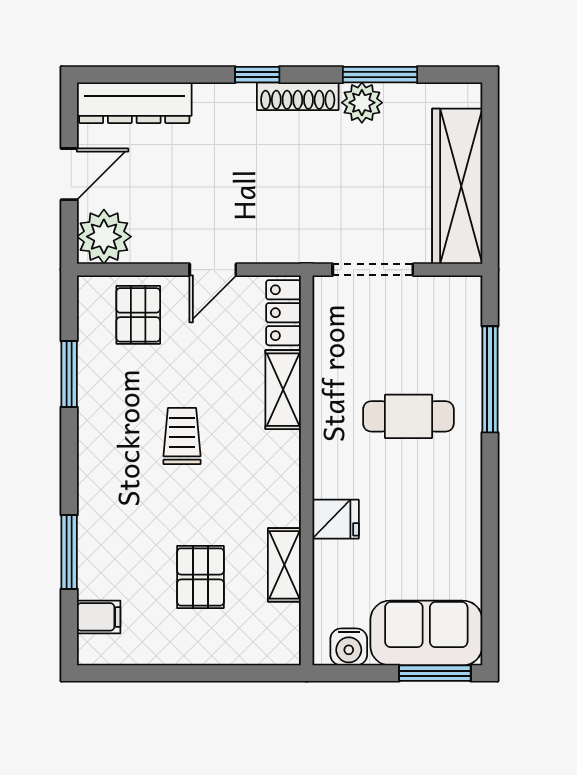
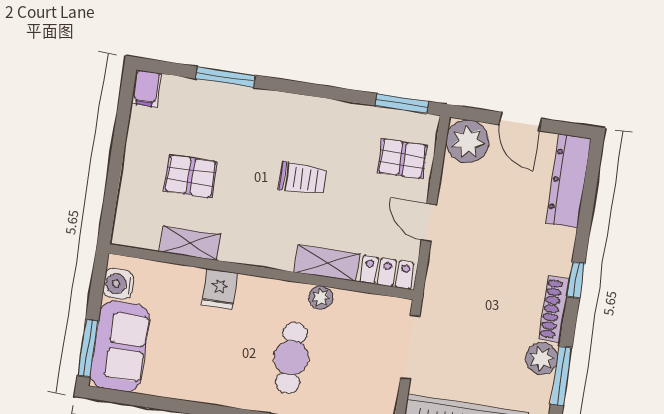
window: (69, 374) -> (402, 104), moved
plant: (327, 391) -> (321, 297), added
filing cabinet: (99, 617) -> (146, 89), moved

